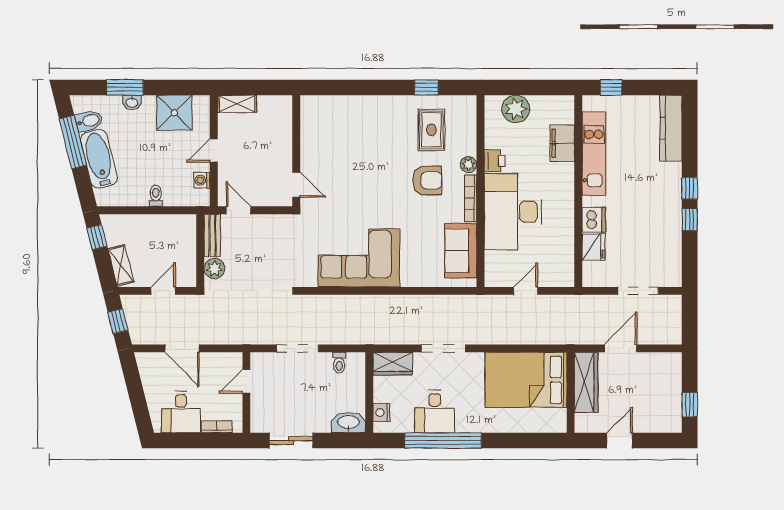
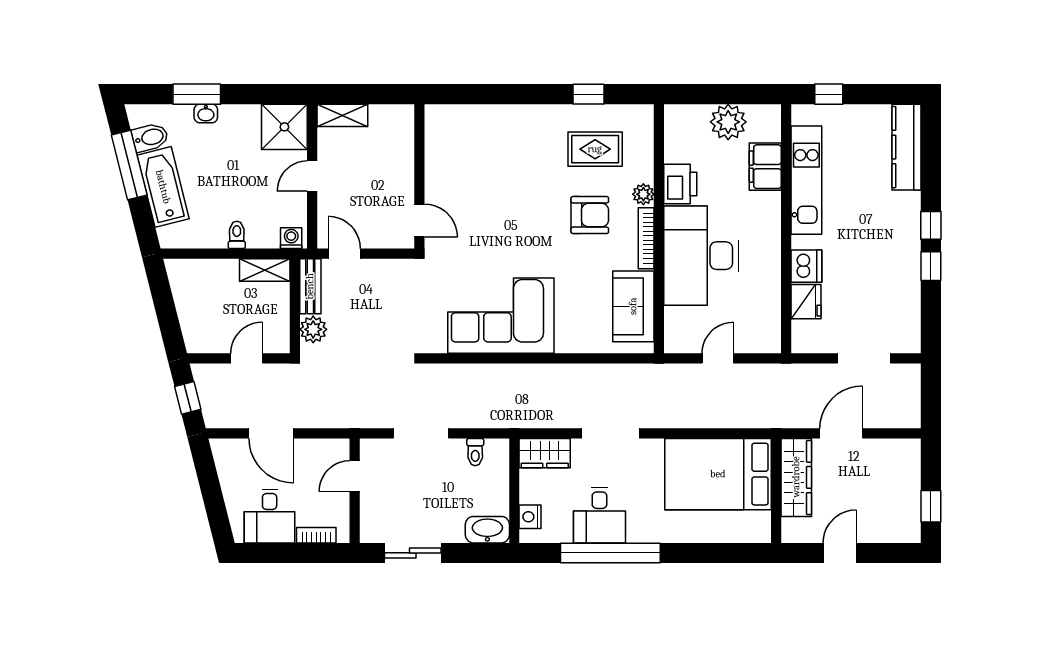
plant: (516, 109) -> (728, 122), moved
shower: (174, 113) -> (284, 127), moved
rug: (431, 130) -> (595, 149), turned 90
printer: (494, 161) -> (680, 184), width x1.36, depth x1.24
washing machine: (202, 180) -> (291, 238), moved, turned 90
window: (97, 237) -> (160, 289), removed
shelving: (121, 265) -> (265, 270), moved, turned -76

